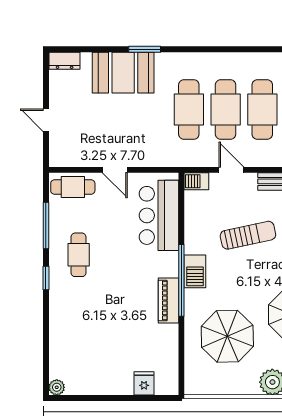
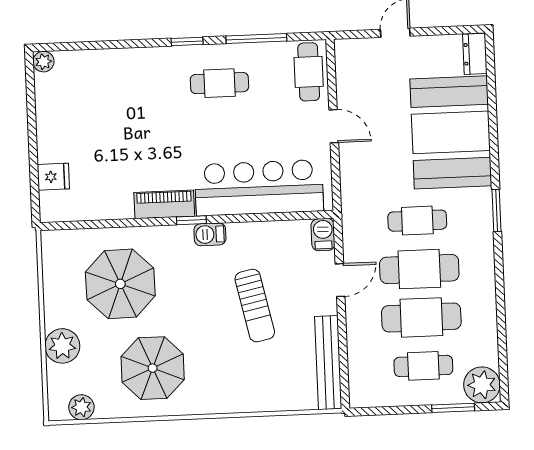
window: (145, 49) -> (497, 210), moved
booth: (123, 73) -> (451, 132), width x1.36, depth x1.42
cafe table: (189, 110) -> (417, 221), width x0.73, depth x0.74
door: (115, 170) -> (334, 126), swing flipped
bar counter: (159, 215) -> (259, 188), width x1.36
barbecue: (195, 271) -> (210, 234), width x0.73, depth x0.79
window: (181, 280) -> (191, 220), width x0.32

